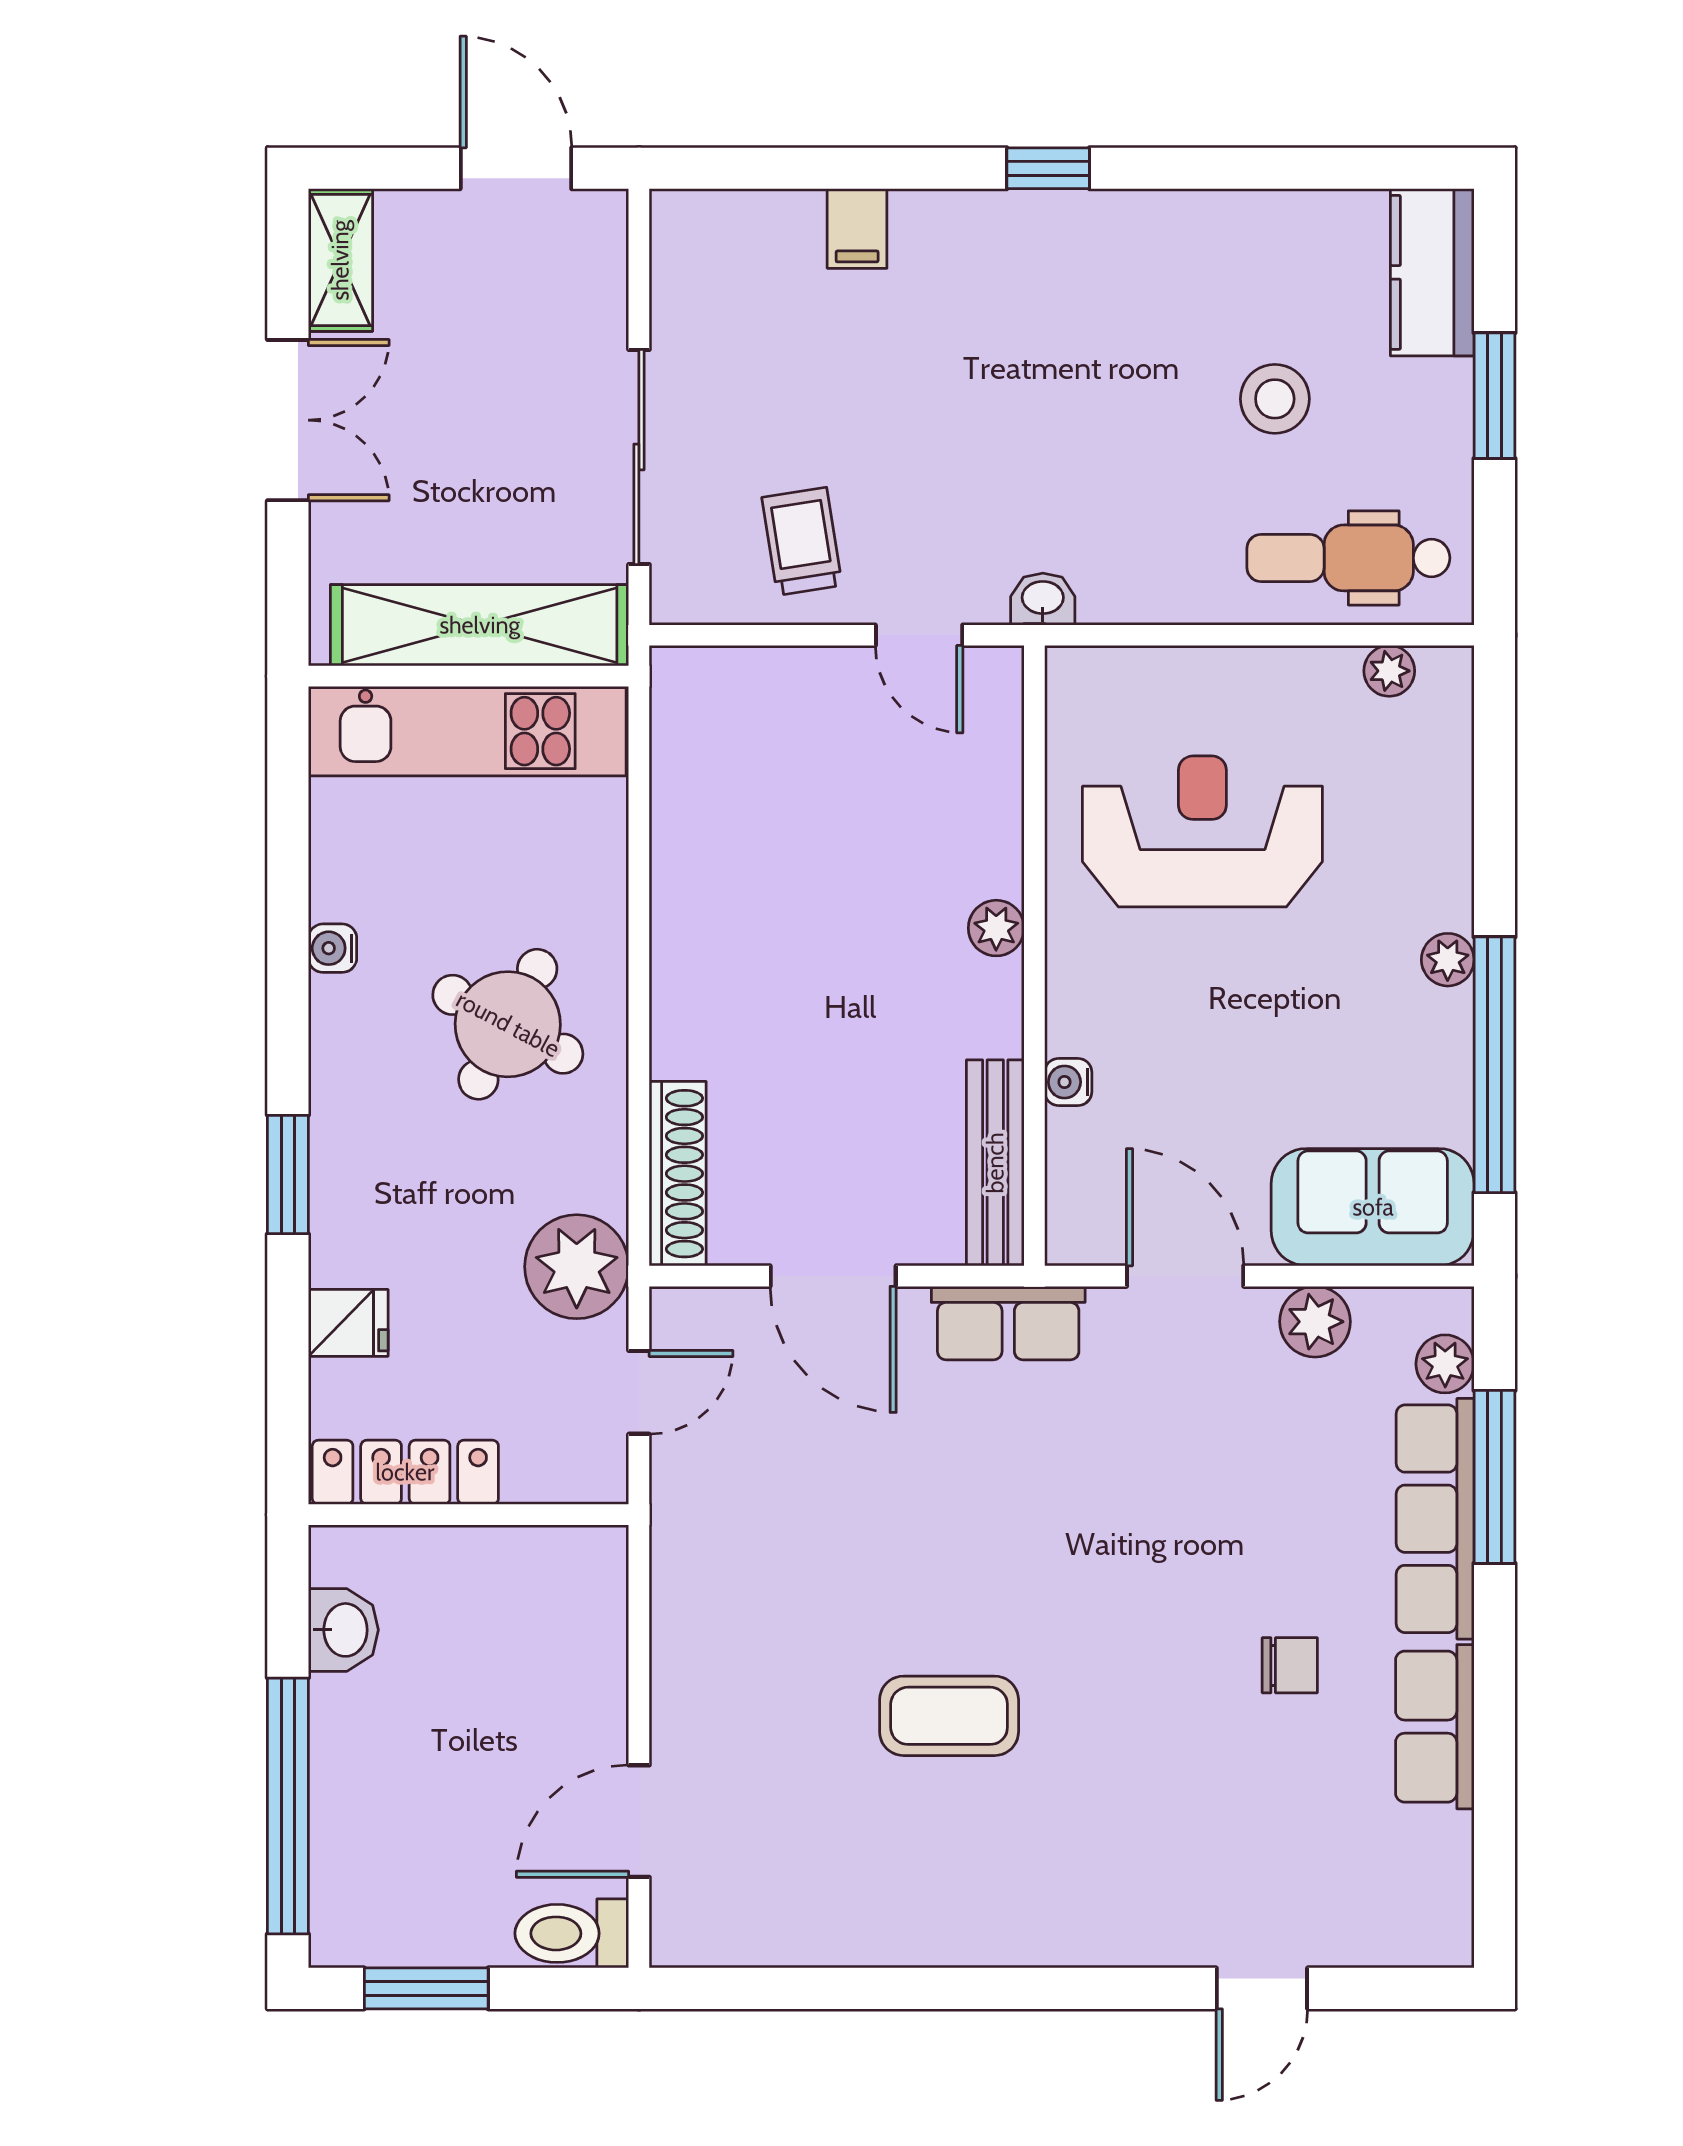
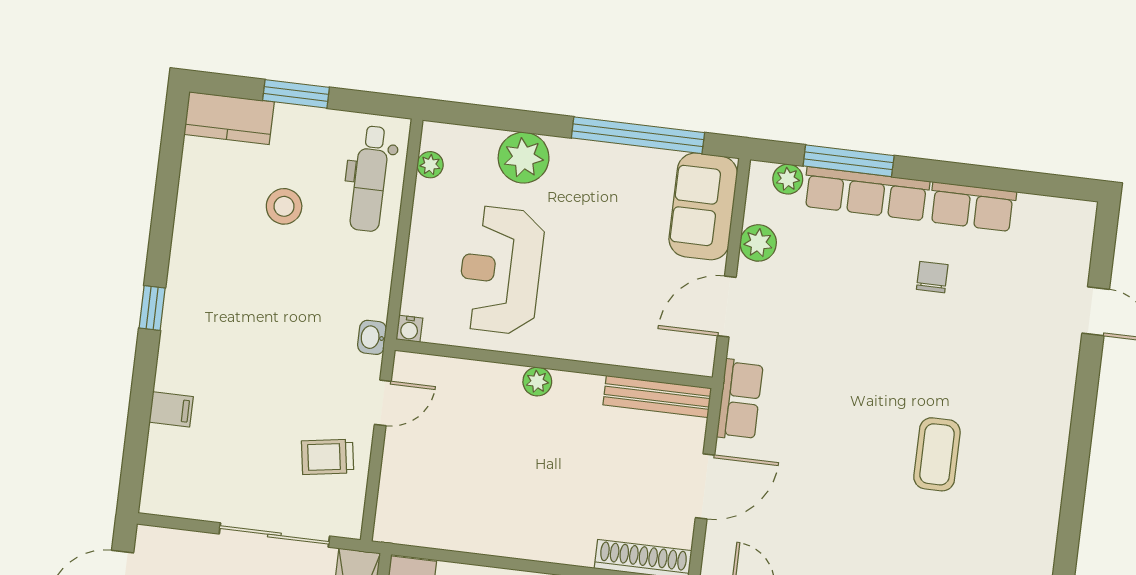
plant: (1448, 960) -> (524, 158), moved, width x1.88, depth x1.88
water cooler: (1068, 1082) -> (409, 329), moved

